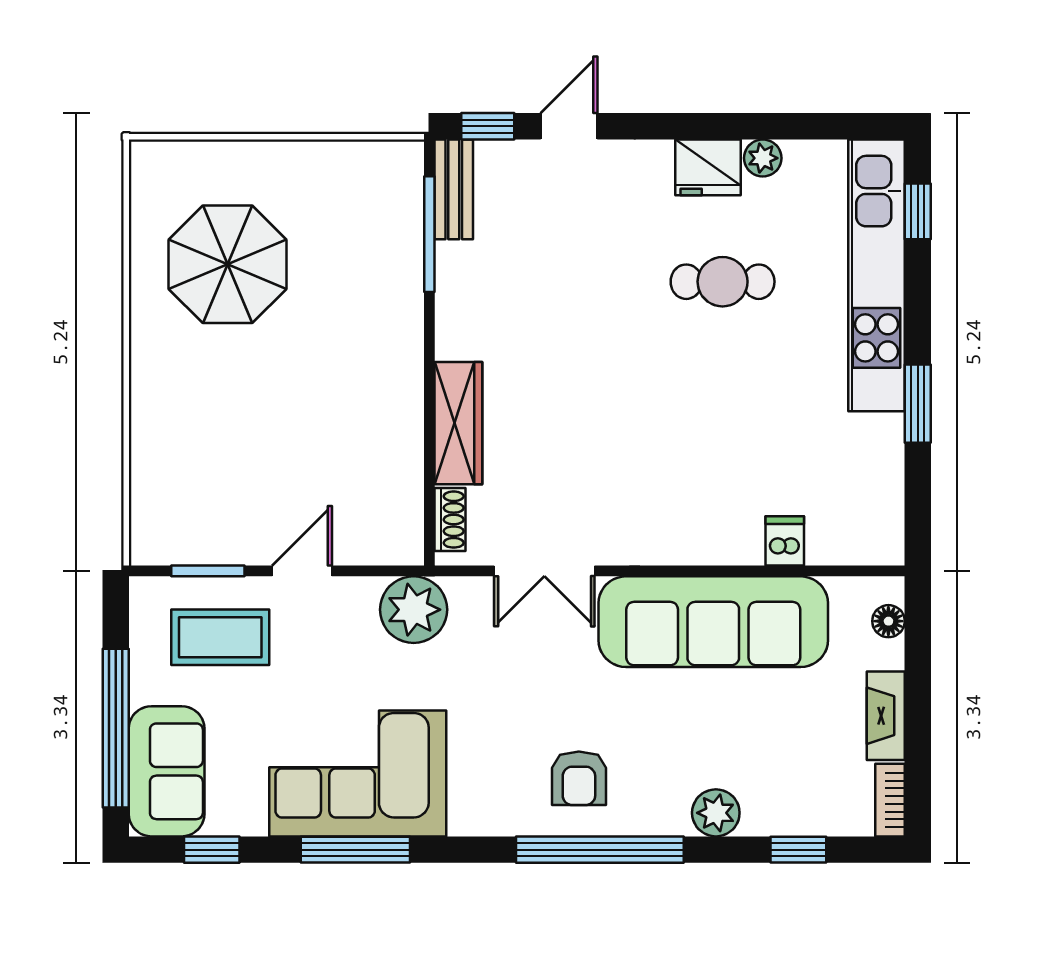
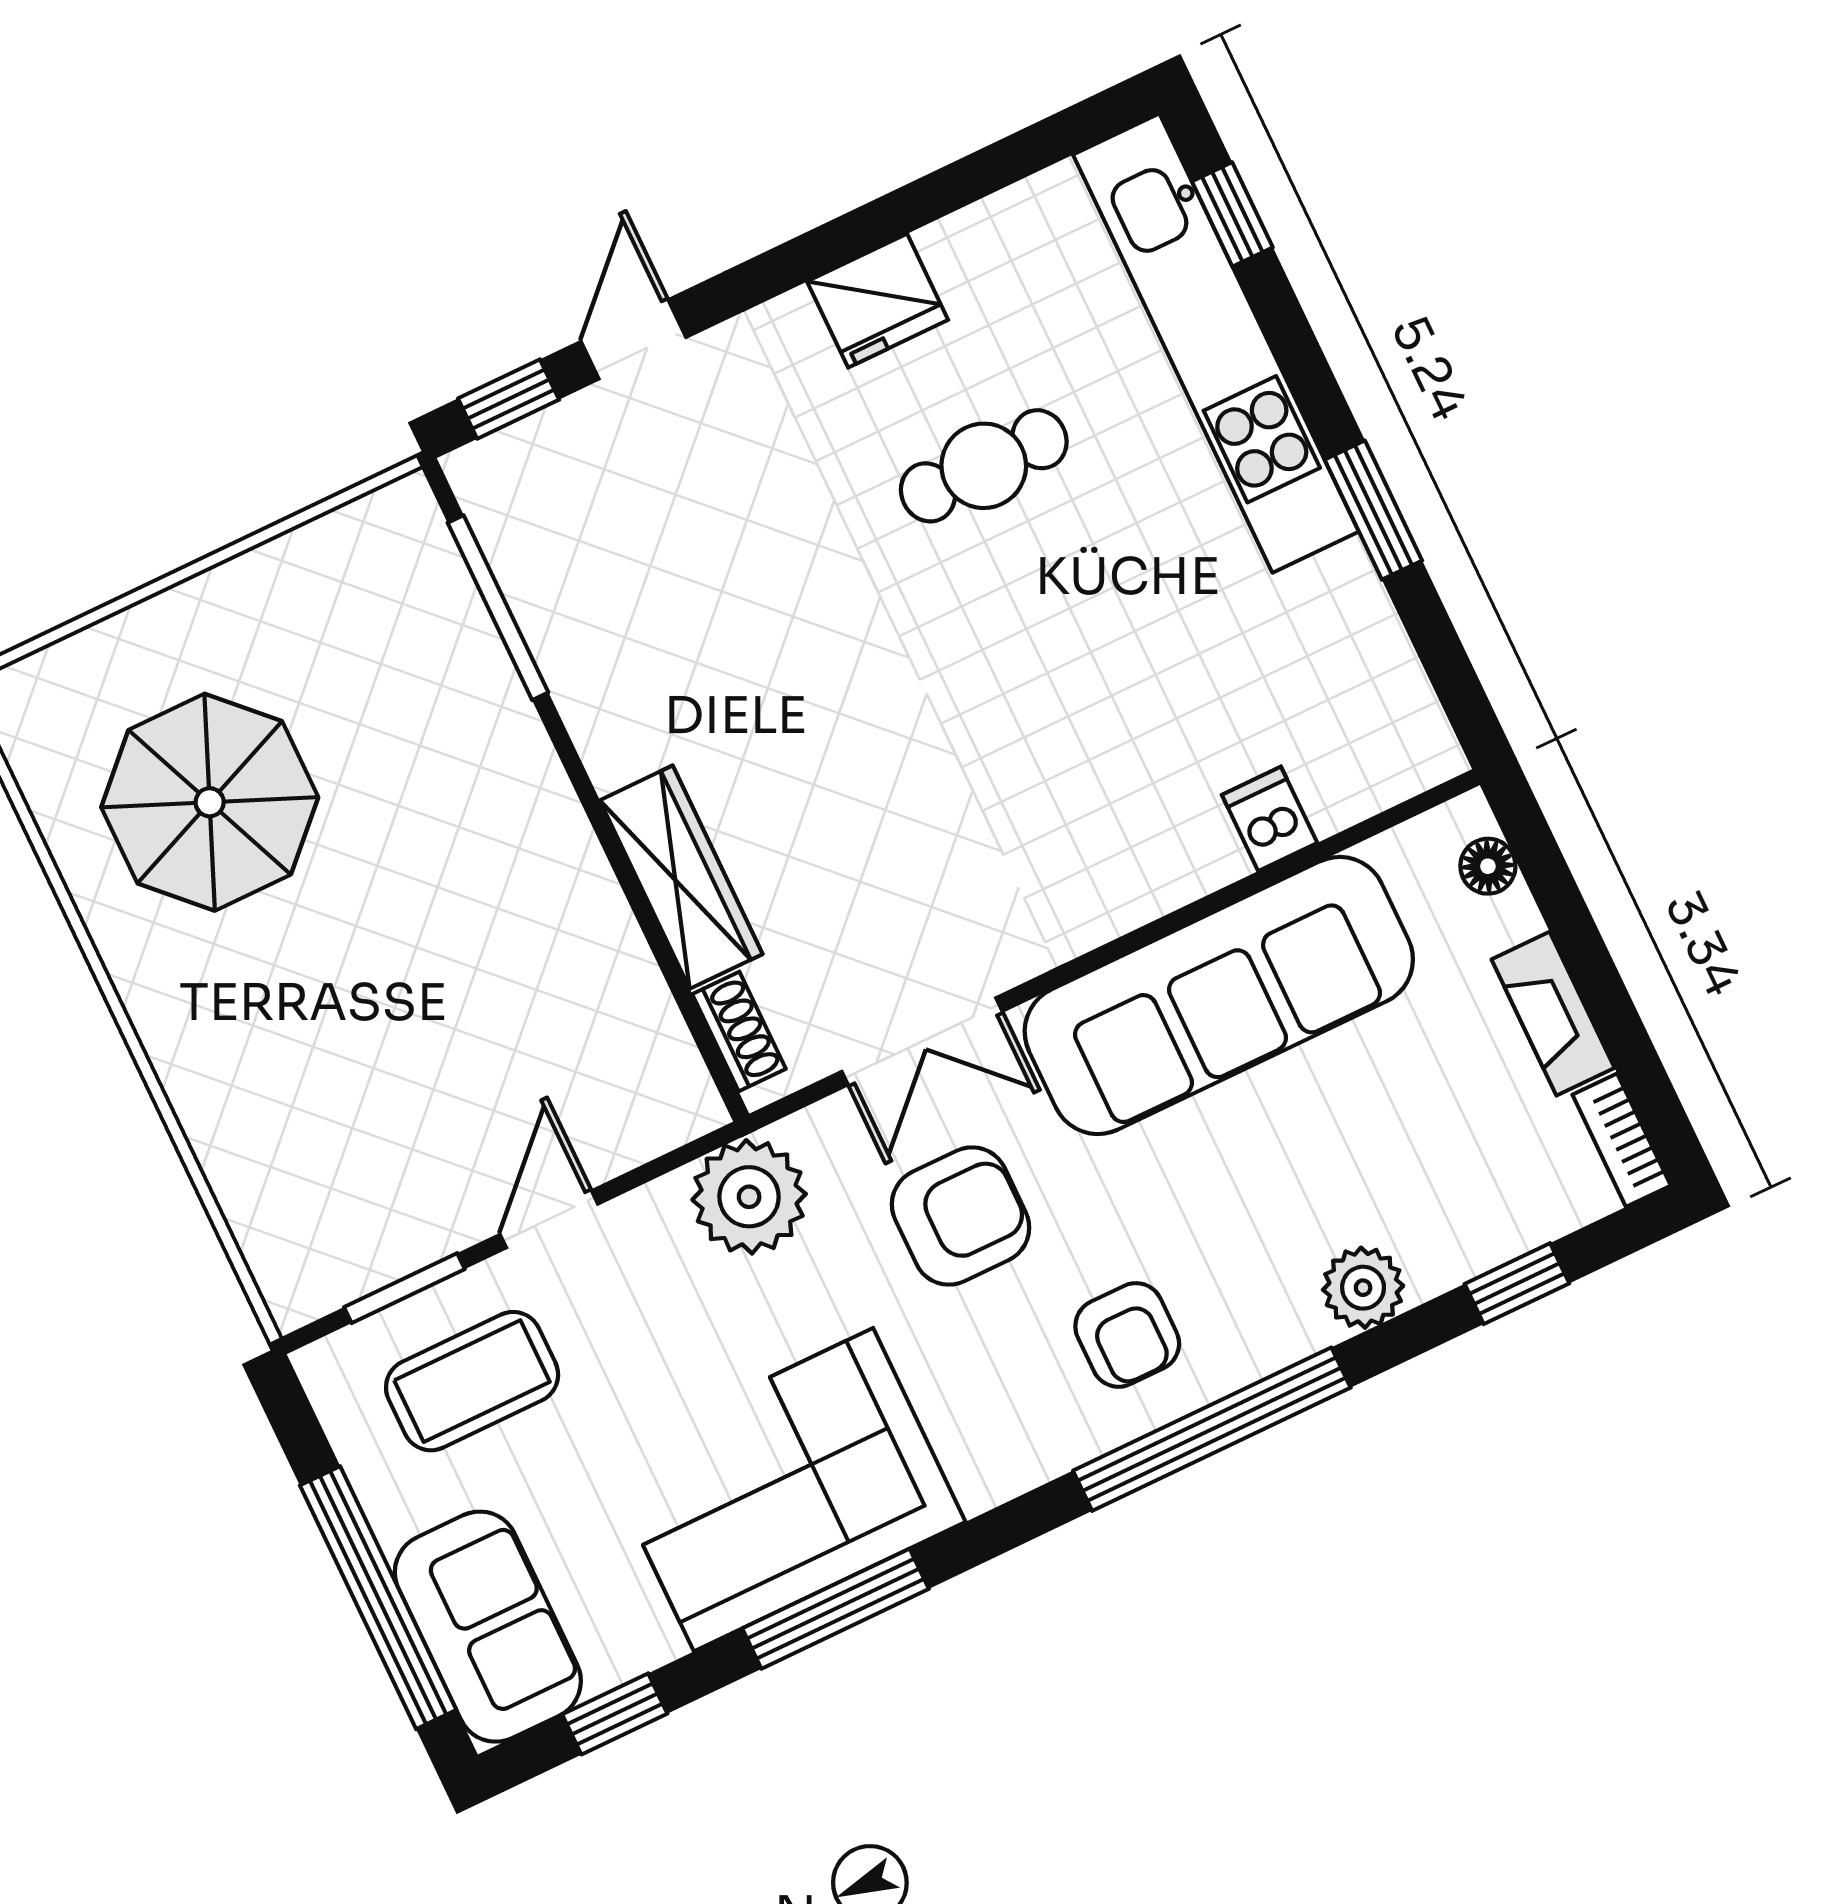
plant: (763, 158) -> (955, 246), removed
bench: (454, 189) -> (503, 521), removed
armchair: (521, 673) -> (961, 1216), added

